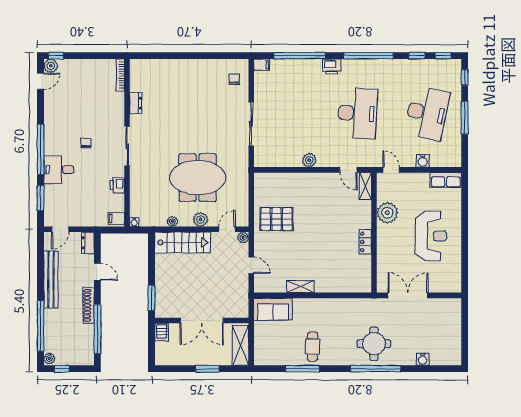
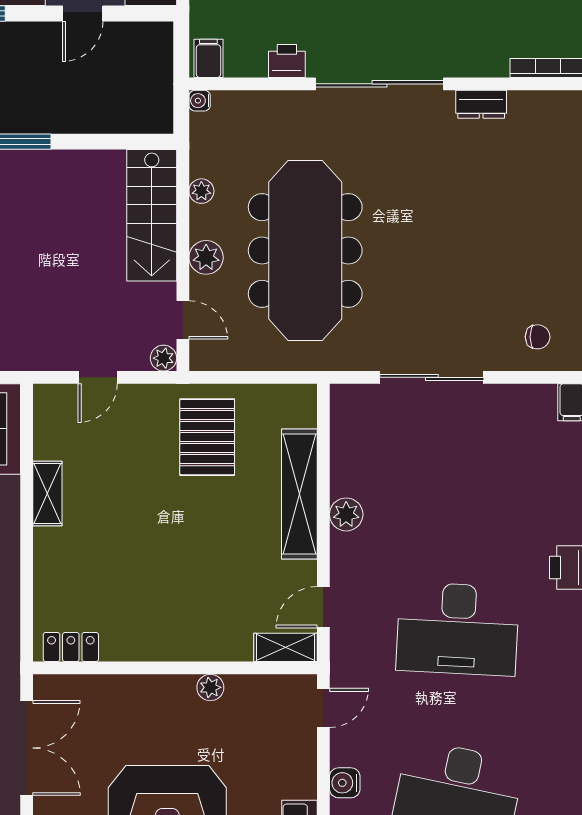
sliding door: (127, 146) -> (379, 84), width x1.36
meeting table: (198, 178) -> (305, 251), width x1.36
shelving: (301, 180) -> (299, 494), added
plant: (387, 213) -> (210, 687), width x0.53, depth x0.53
locker: (365, 242) -> (71, 647), moved

